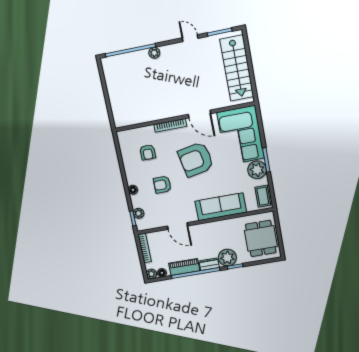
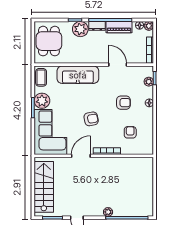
door: (199, 114) -> (81, 156), hinge flipped
armchair: (196, 159) -> (91, 119), width x0.53, depth x0.53

